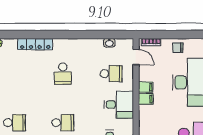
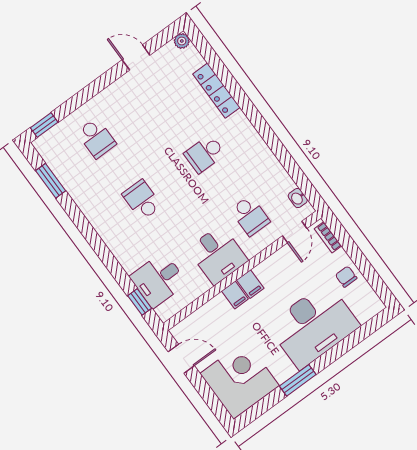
washbasin: (109, 43) -> (298, 198), moved
filing cabinet: (146, 87) -> (235, 295), moved
school desk: (63, 123) -> (142, 200), turned 180

